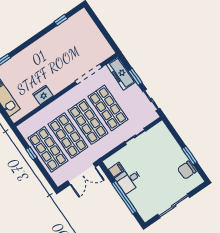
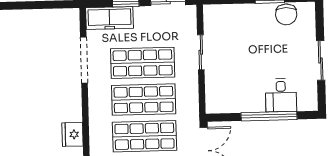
filing cabinet: (116, 170) -> (227, 103), removed
desk: (129, 180) -> (281, 95), moved
sliding door: (174, 206) -> (321, 60), width x0.73

